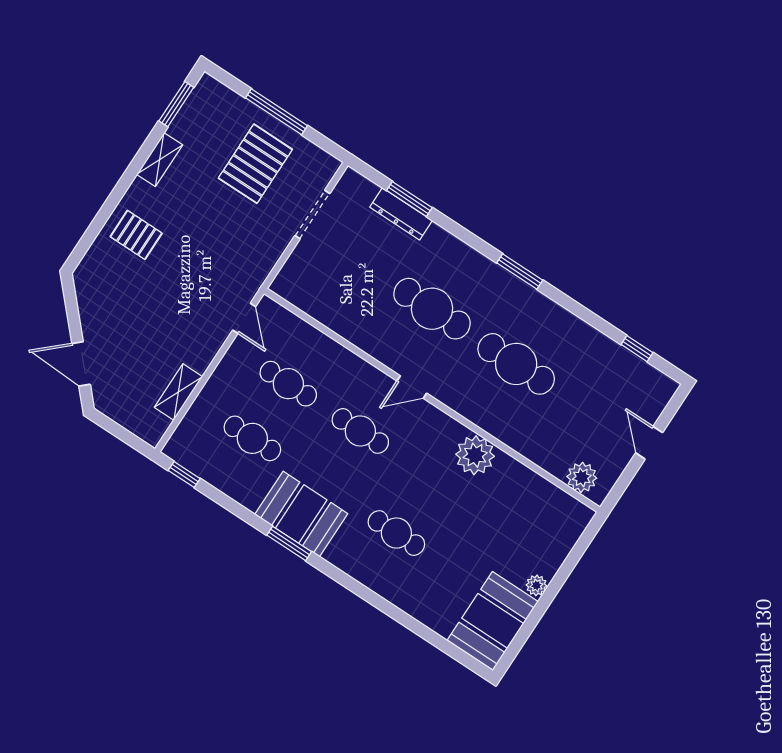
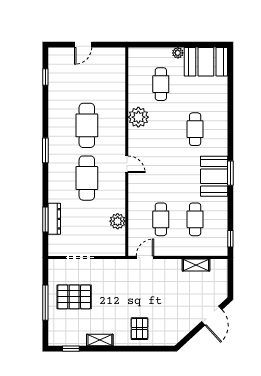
window: (176, 104) -> (71, 349), width x0.67
cafe table: (360, 431) -> (161, 84), moved
plant: (582, 477) -> (118, 221), moved

